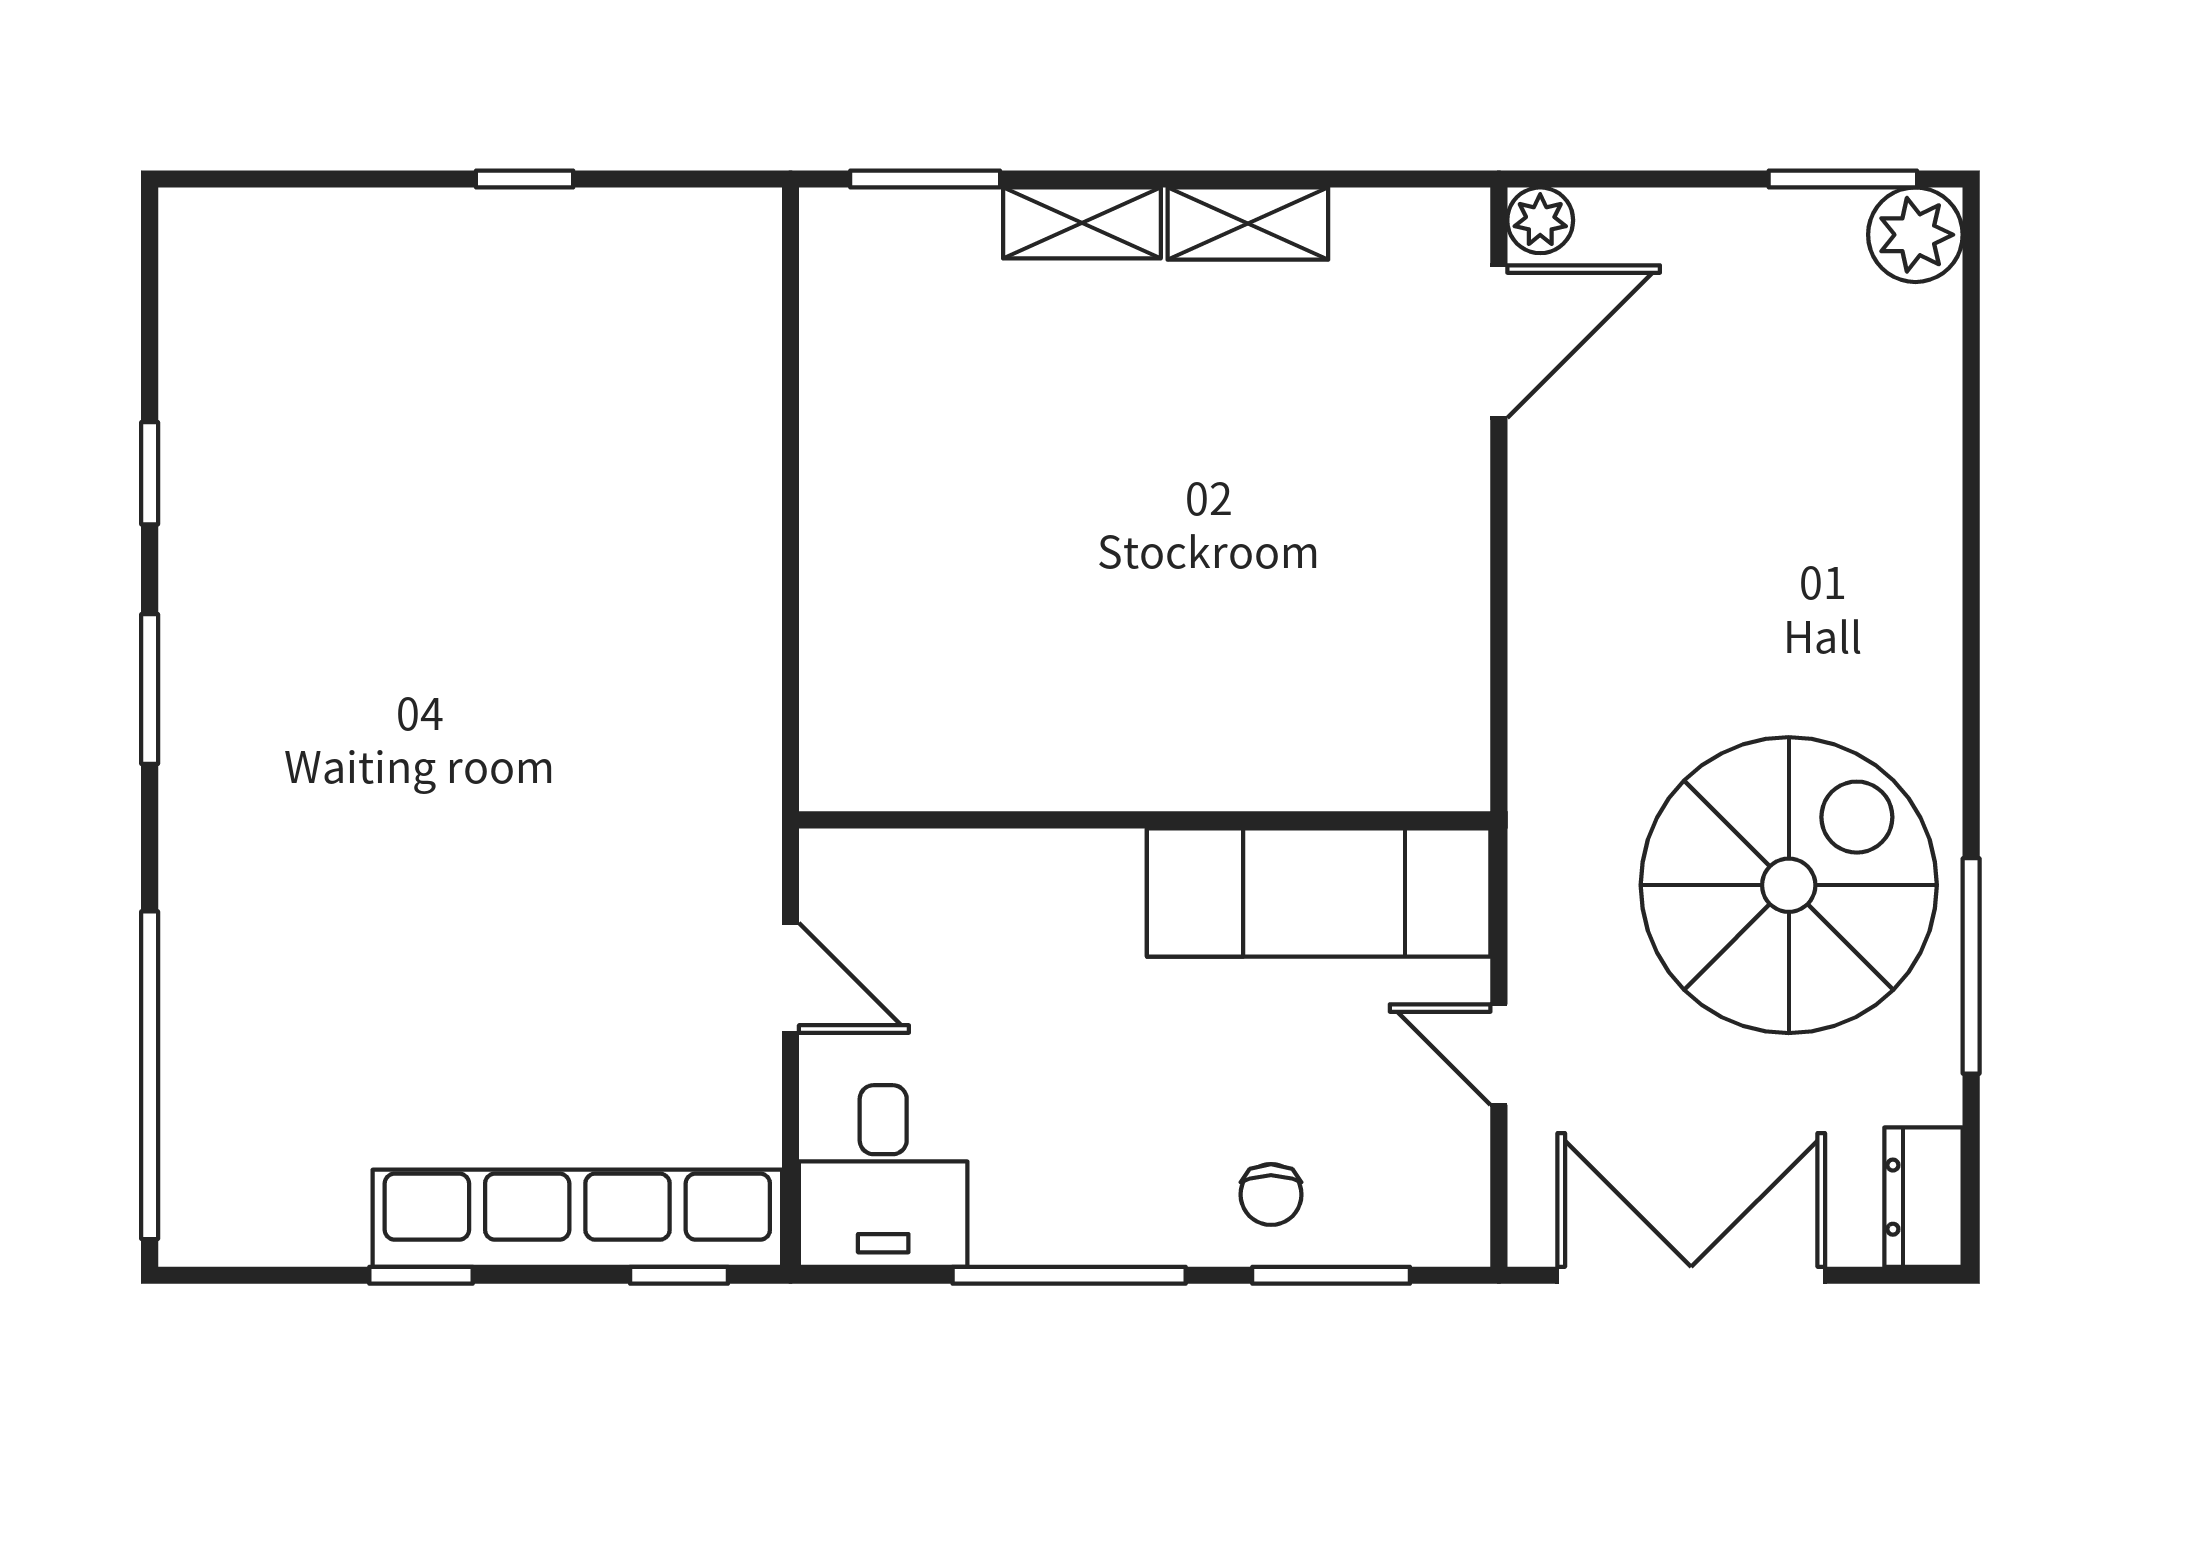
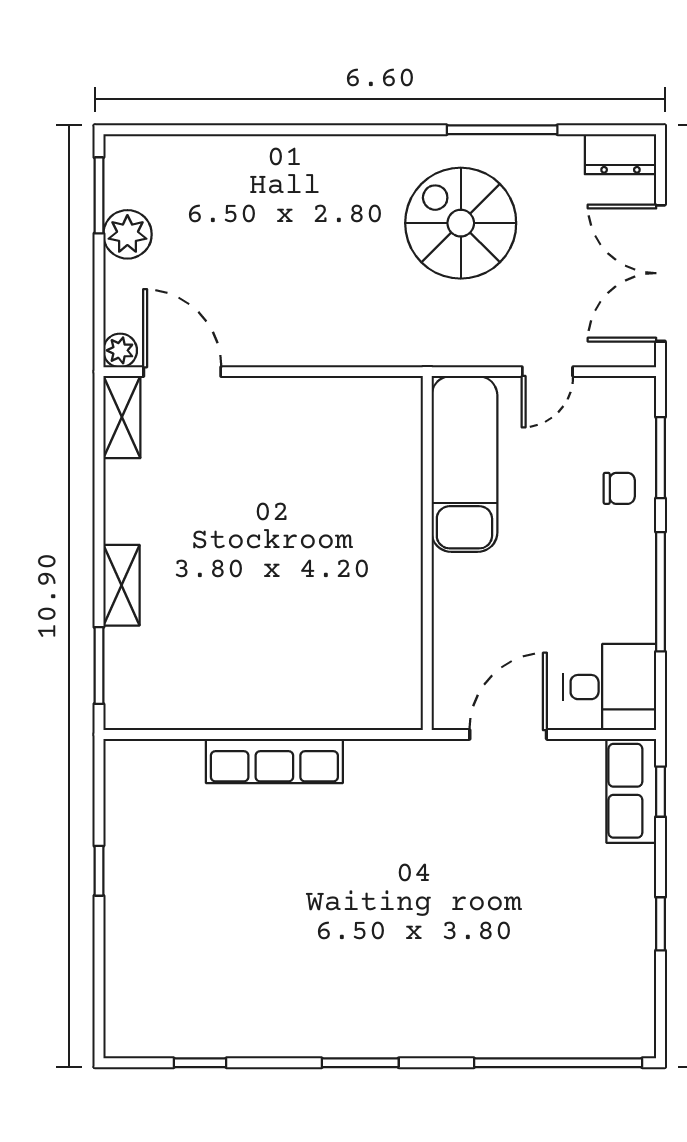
shelving: (1248, 224) -> (122, 417), moved
plant: (1915, 235) -> (127, 234), moved
window: (150, 473) -> (200, 1063), moved
row of seats: (739, 521) -> (274, 761), added
spiral stairs: (1789, 885) -> (461, 223), width x0.73, depth x0.73
door: (791, 978) -> (508, 734), width x1.38
row of seats: (577, 1218) -> (631, 791), width x0.50

